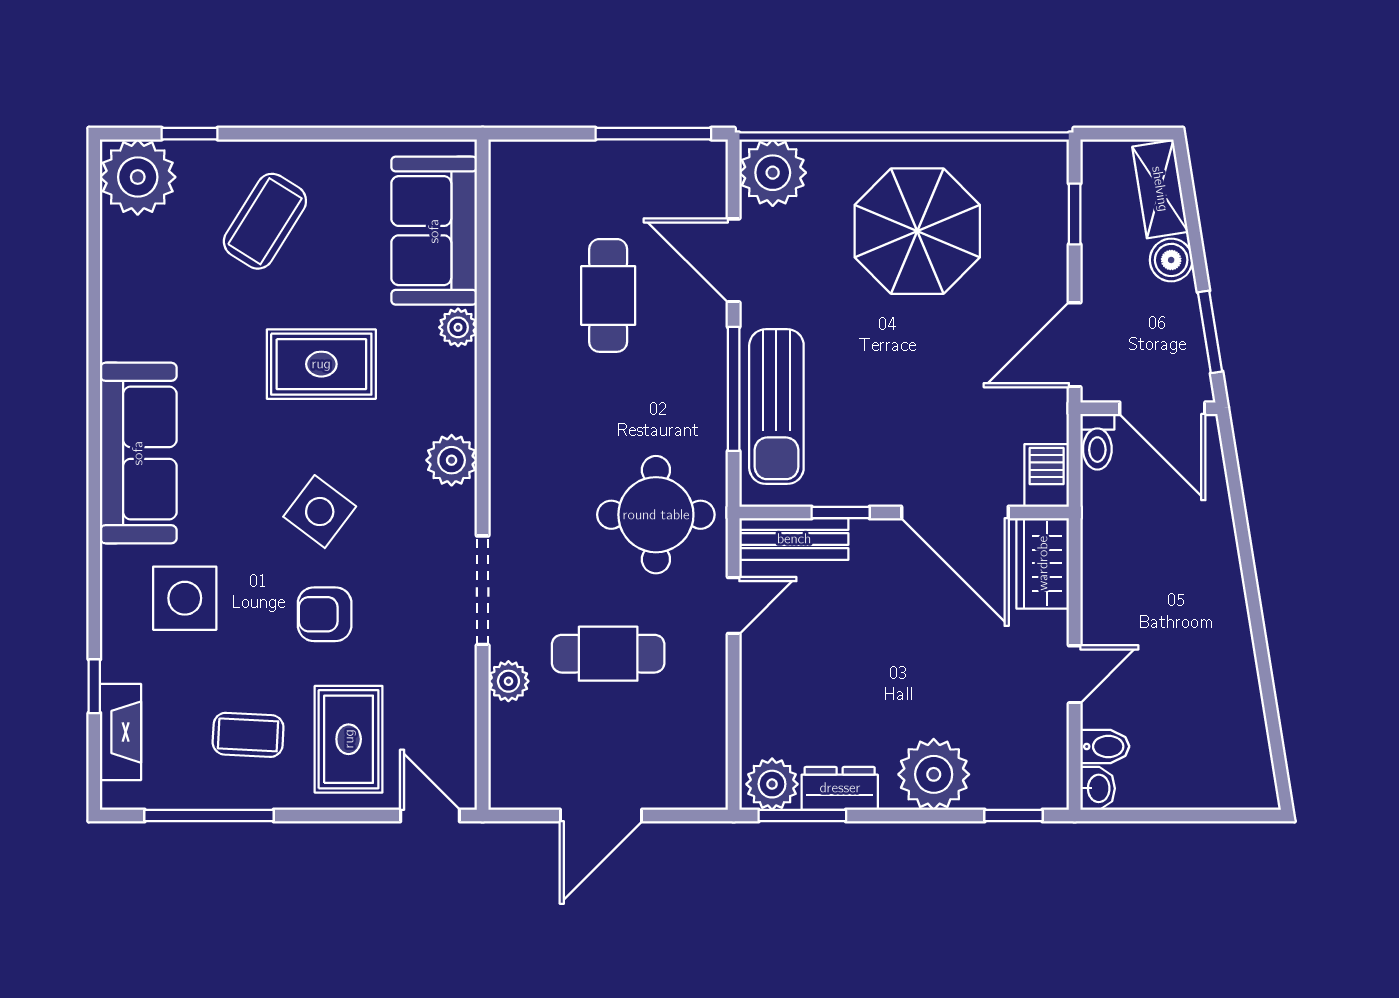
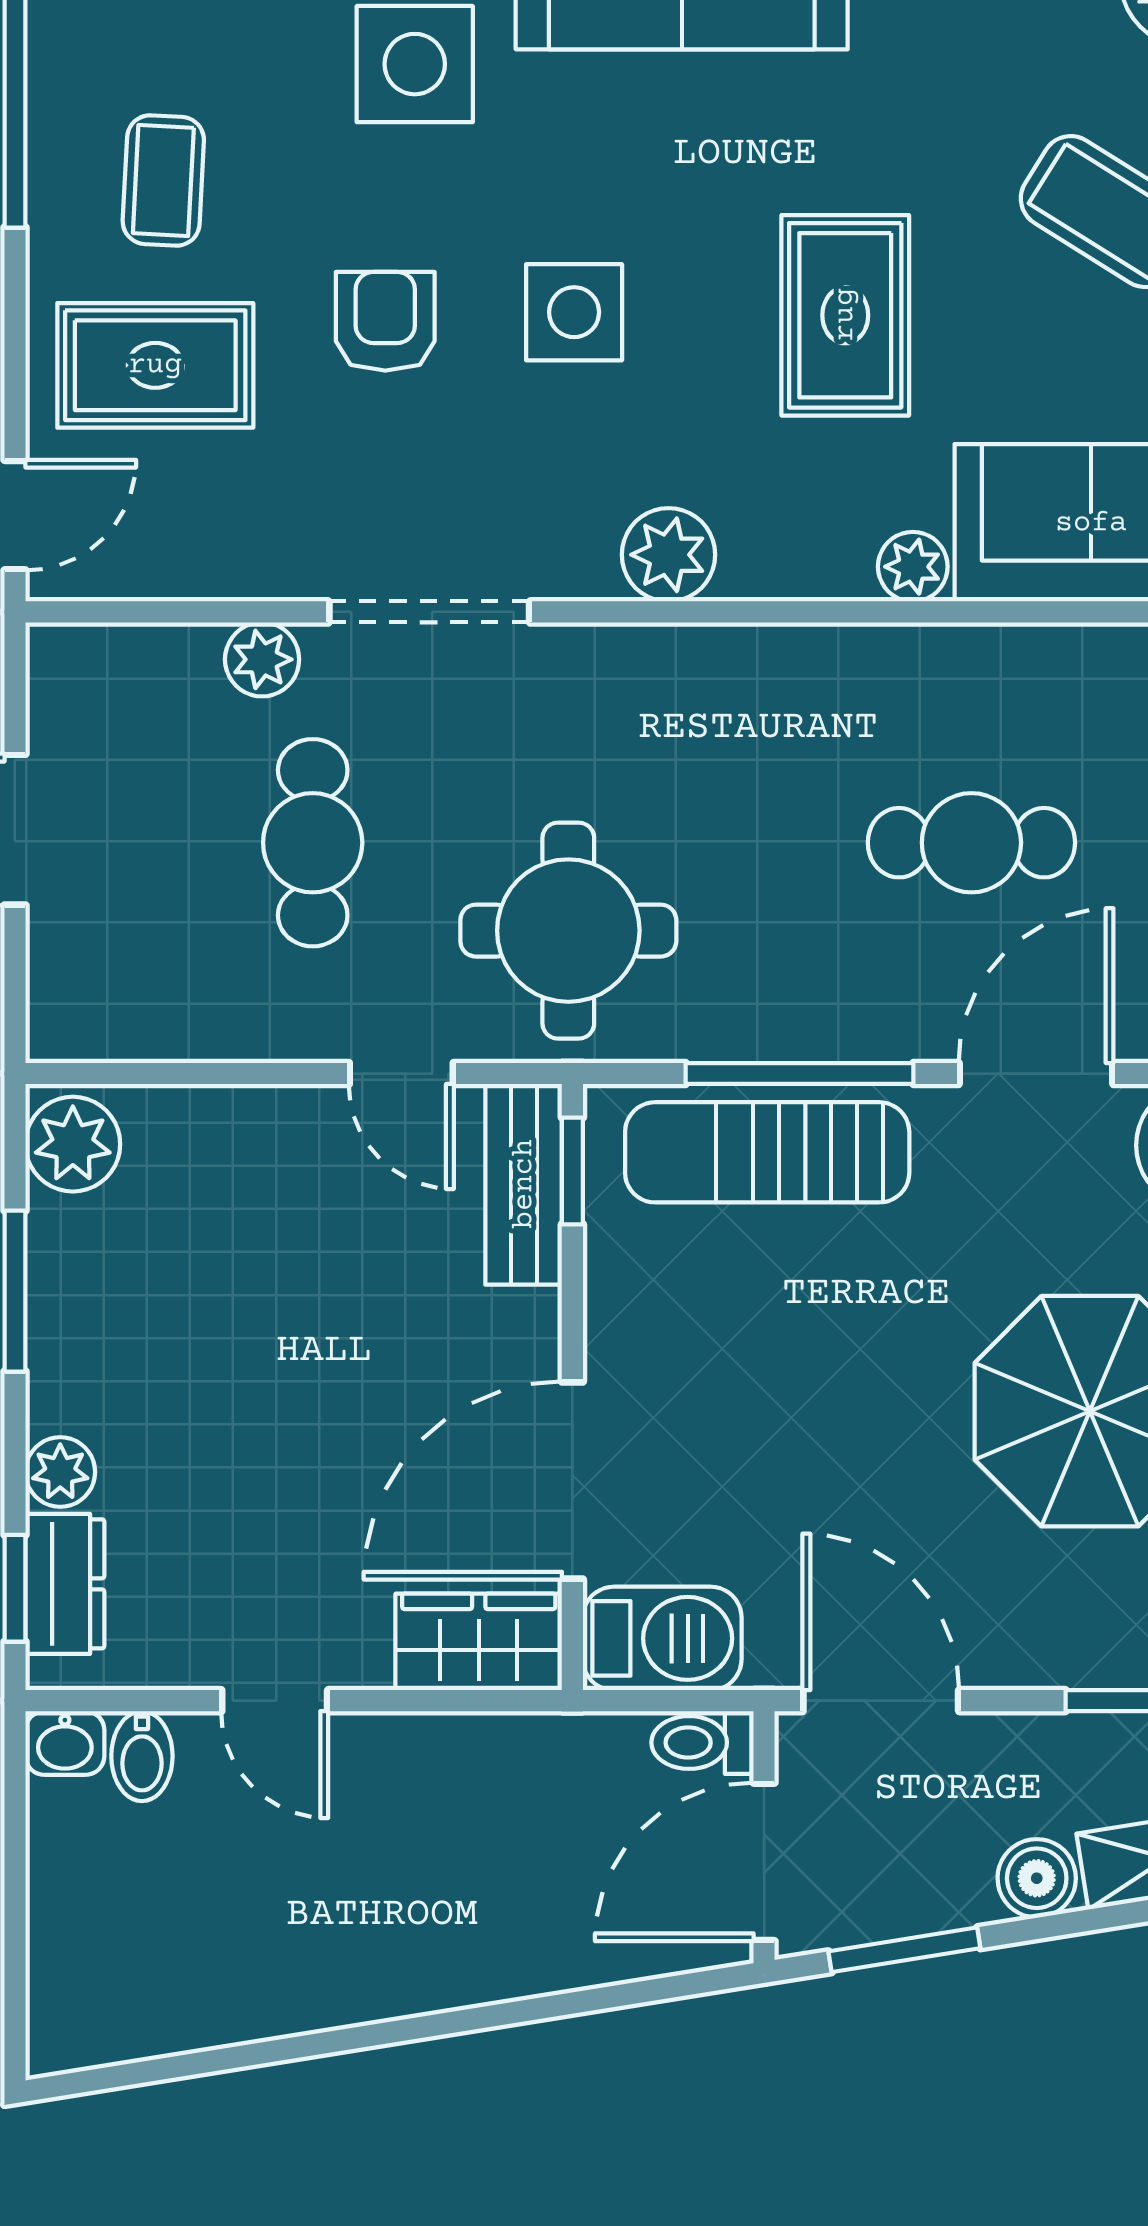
barbecue: (1047, 475) -> (662, 1638), width x1.38, depth x1.27
side table: (320, 512) -> (574, 312), turned -37
window: (841, 512) -> (572, 1171), moved
plant: (934, 774) -> (60, 1472), width x0.53, depth x0.53
dresser: (840, 788) -> (65, 1584), moved
window: (802, 816) -> (15, 1291), moved

